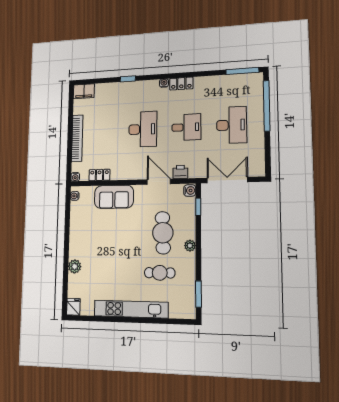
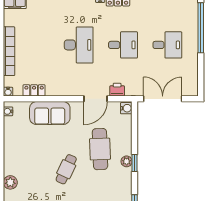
desk: (232, 125) -> (167, 45), width x0.73
door: (159, 182) -> (96, 99), swing flipped
window: (198, 207) -> (135, 163), moved
cafe table: (160, 273) -> (66, 169), moved, turned -65

